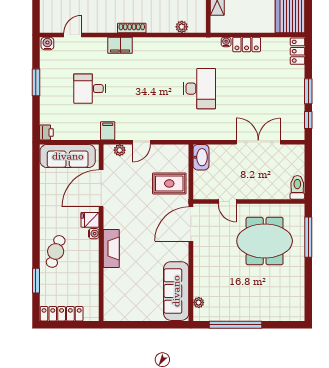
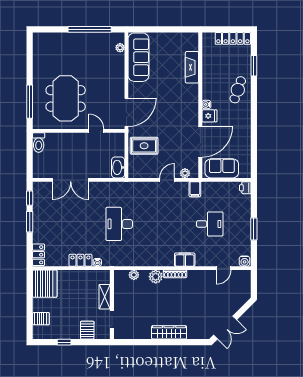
plant: (155, 25) -> (156, 277), added
sofa: (68, 156) -> (222, 168), width x0.73
meeting table: (265, 241) -> (66, 98), turned 90
fireplace: (111, 249) -> (192, 67), moved

